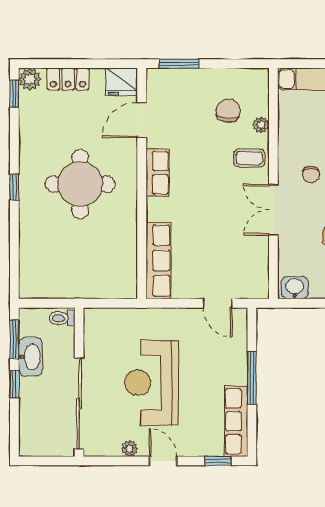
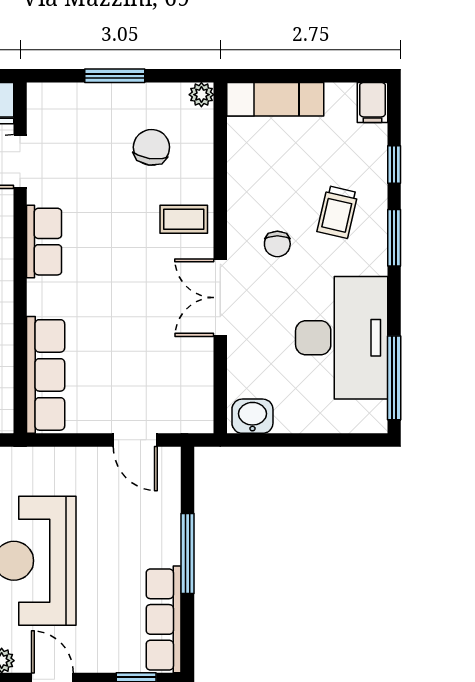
window: (179, 64) -> (115, 76), moved
plant: (261, 125) -> (201, 95), moved

